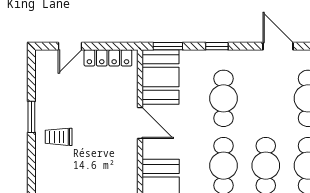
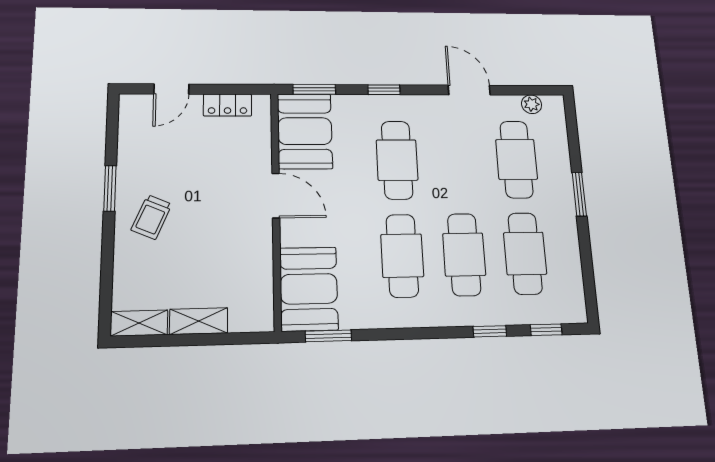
locker: (108, 58) -> (228, 105), width x0.66
trolley: (59, 137) -> (151, 217), turned -67

